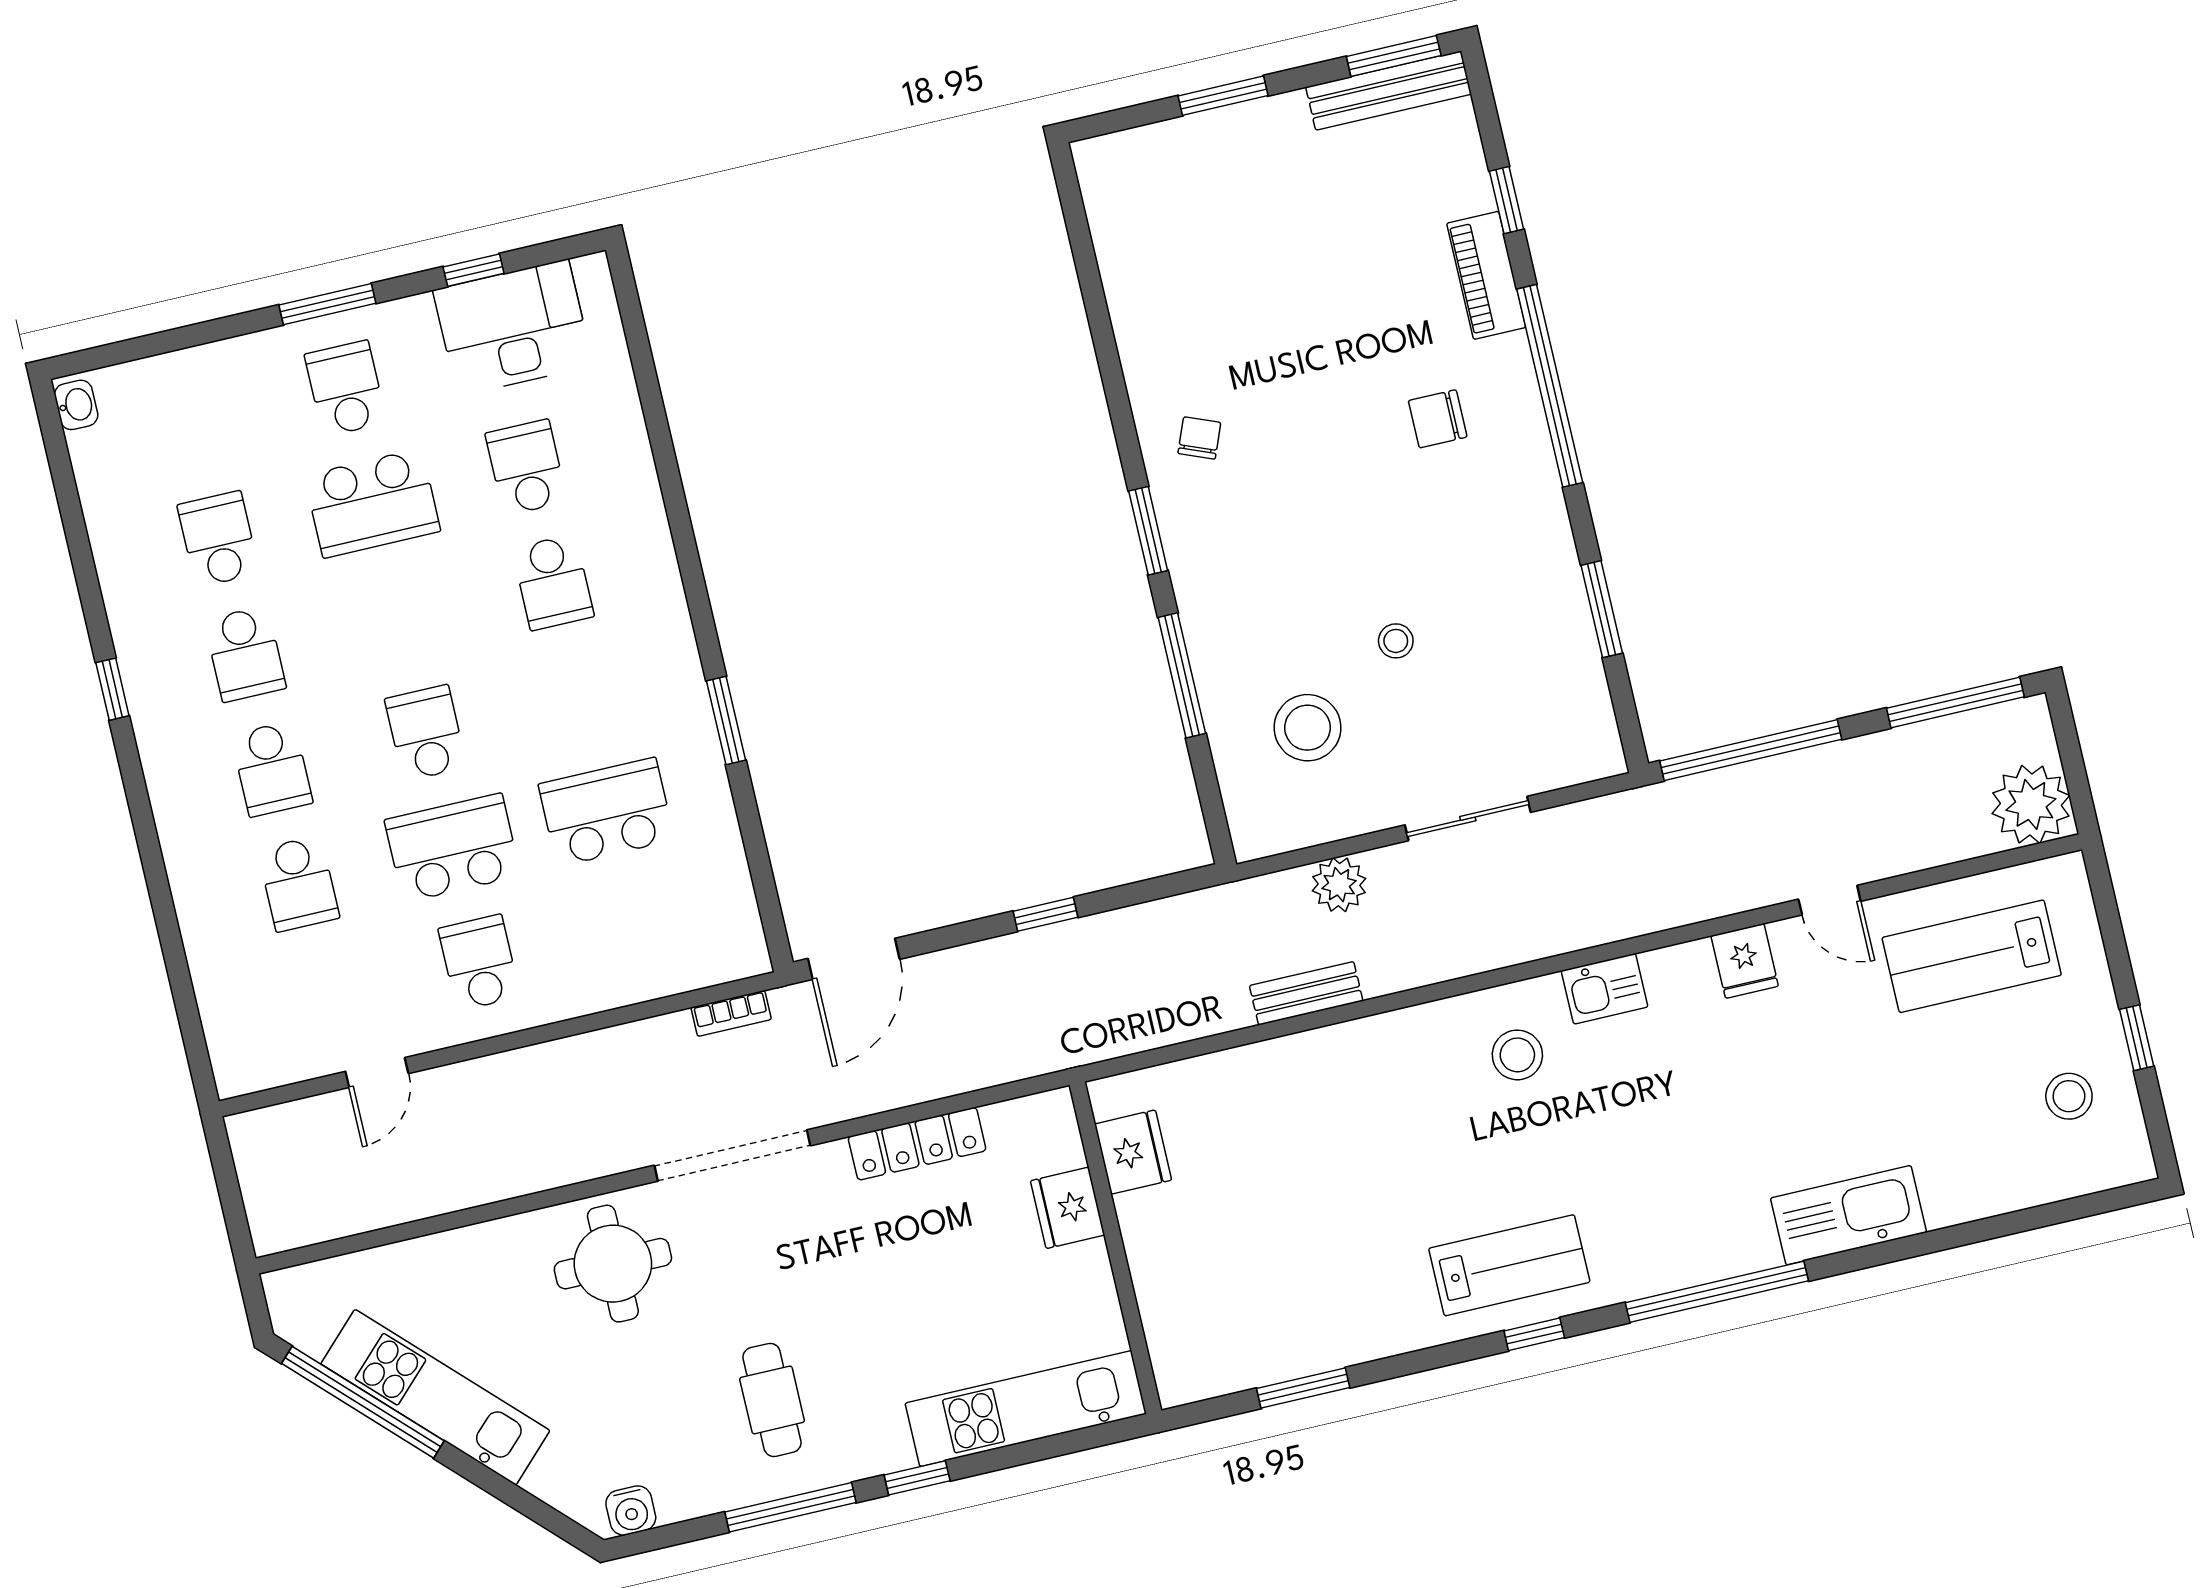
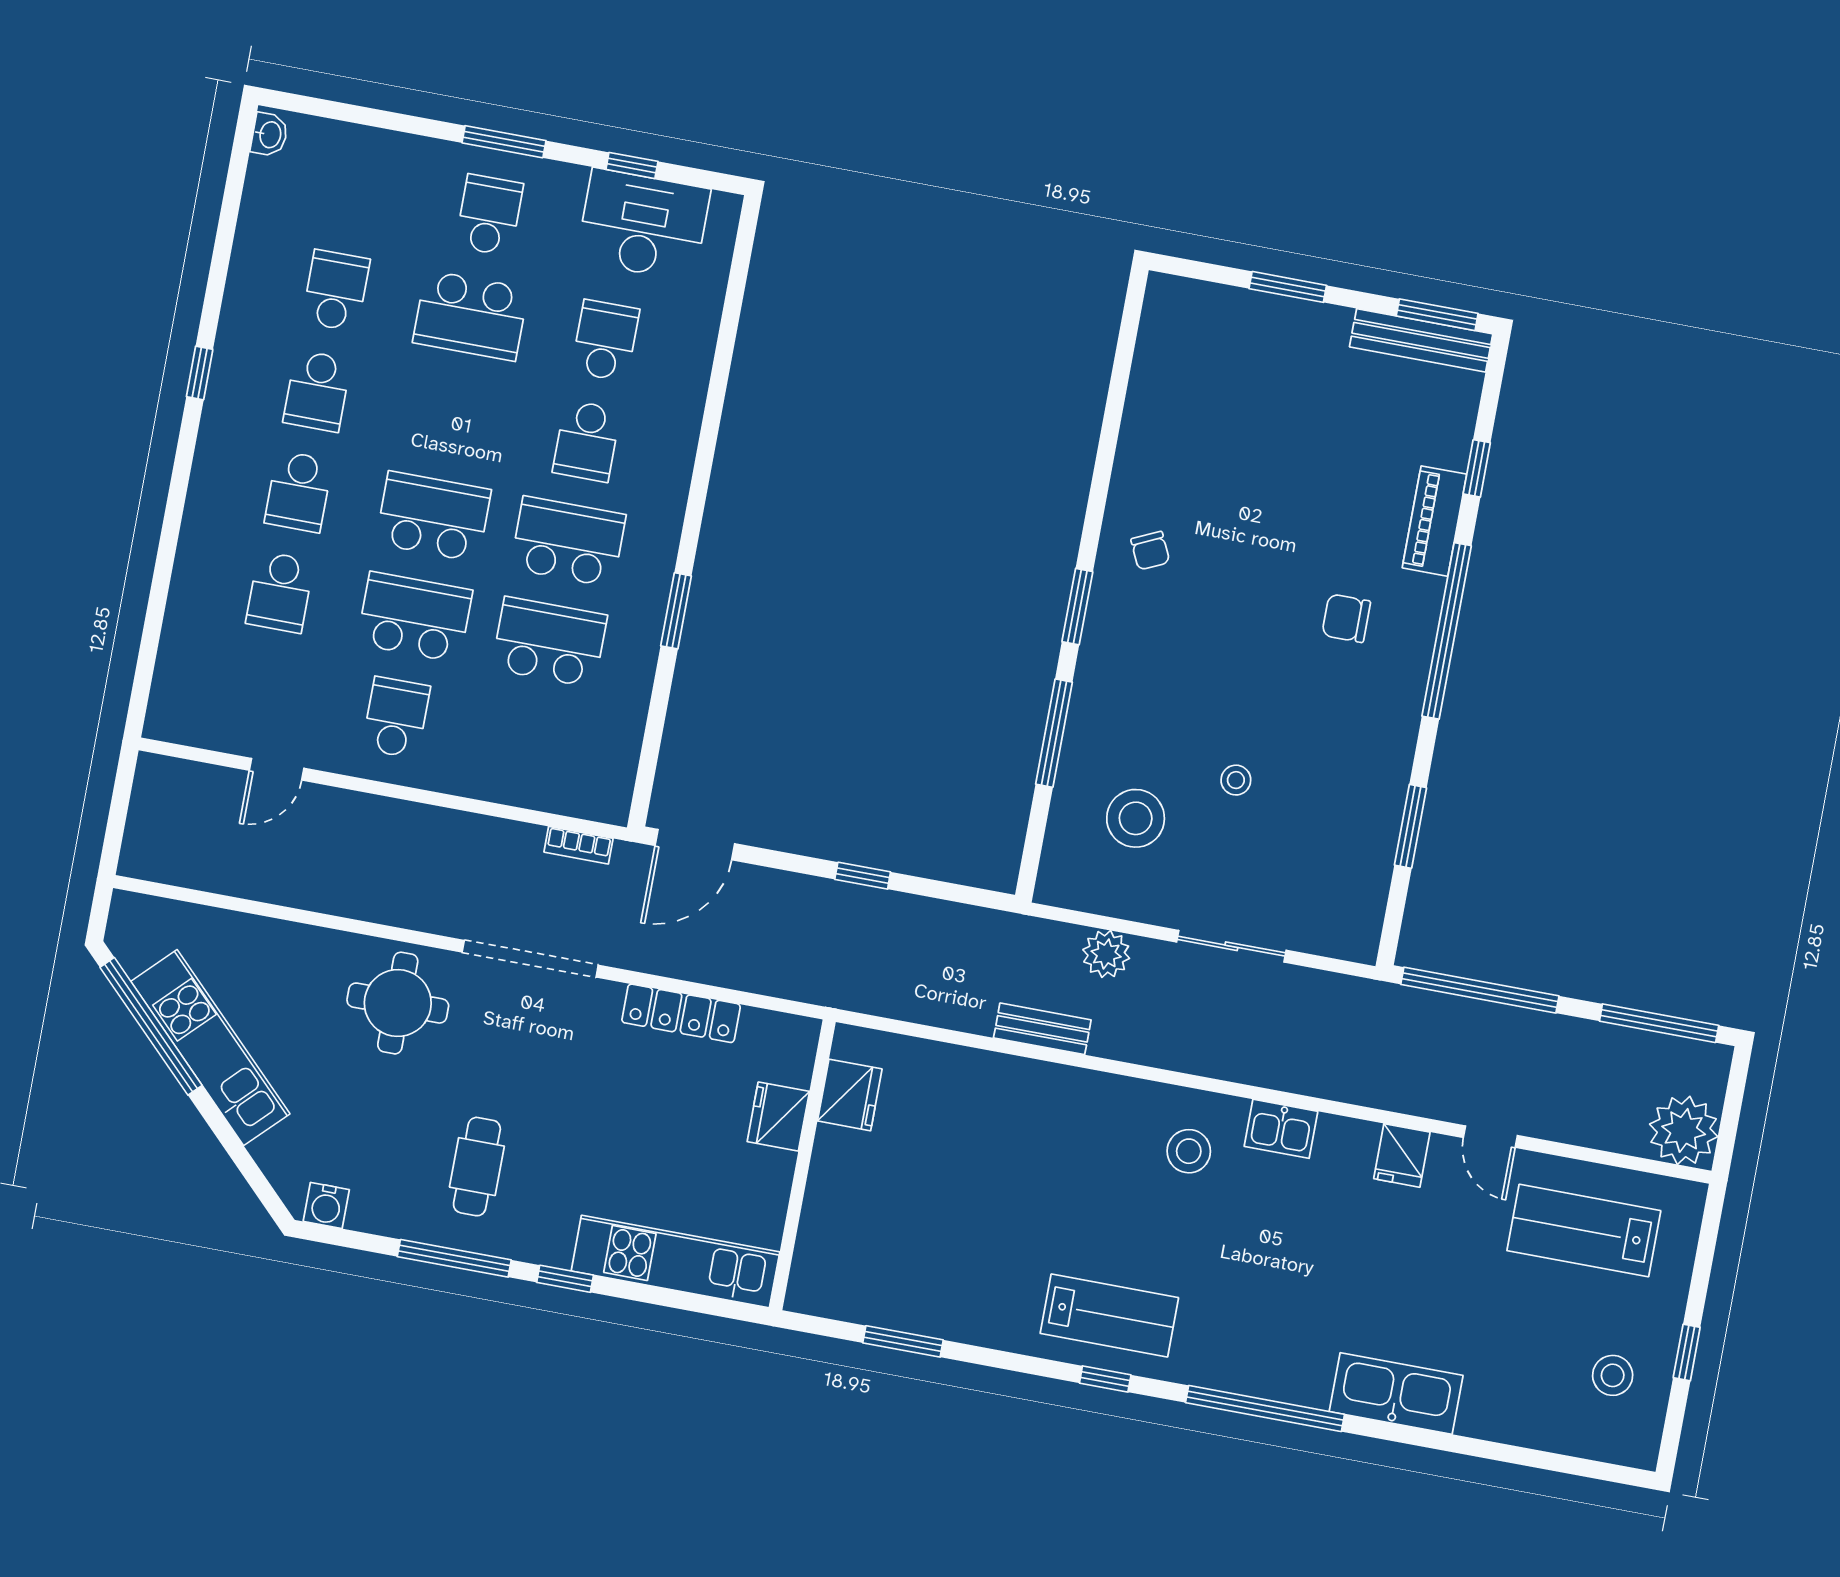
chair: (1199, 438) -> (1150, 551), turned 133
school desk: (580, 697) -> (568, 542), added
school desk: (426, 733) -> (433, 517), width x1.85

